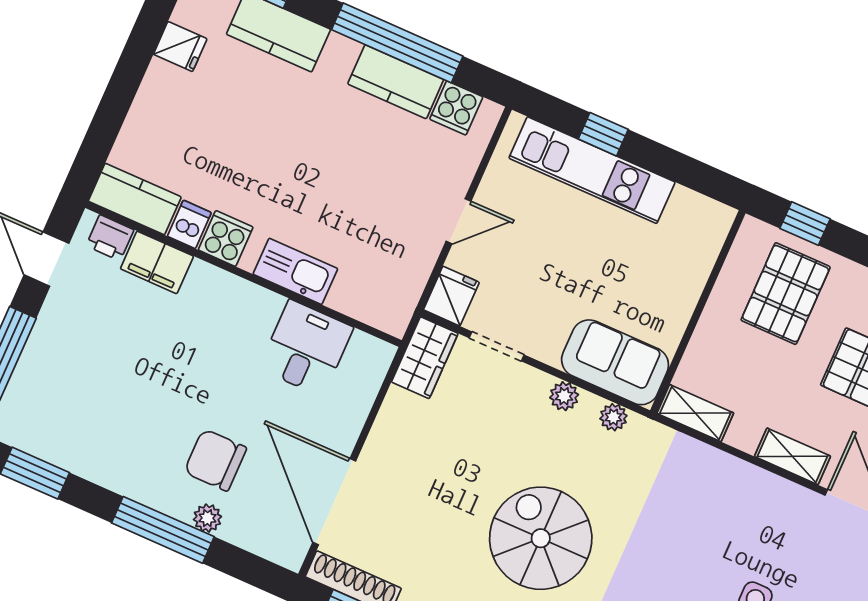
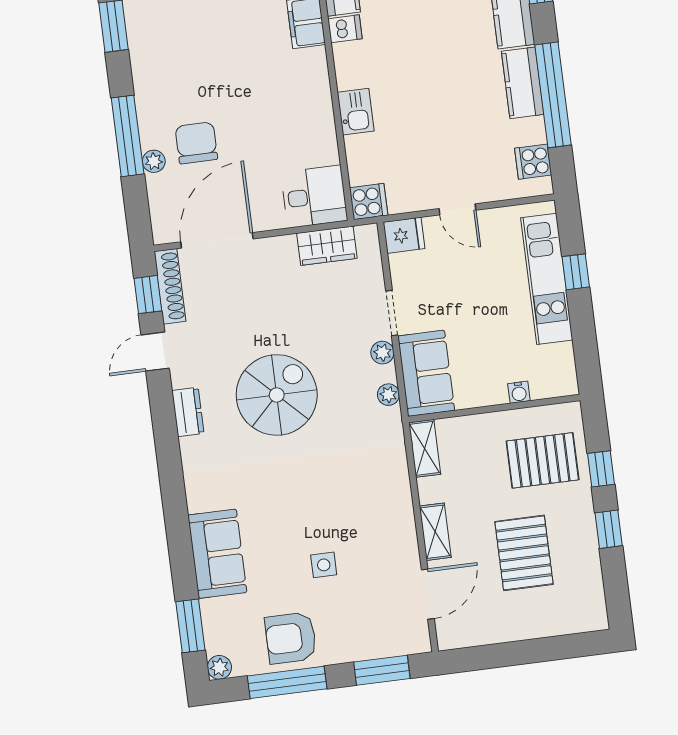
kitchen counter: (396, 82) -> (523, 83), moved
window: (805, 224) -> (601, 469), moved
cooker: (226, 238) -> (369, 202), moved
kitchen sink: (295, 271) -> (356, 112), width x0.73
water cooler: (696, 274) -> (519, 392), added
doorway: (497, 346) -> (392, 313), moved
desk: (306, 348) -> (314, 196), moved
wardrobe: (425, 358) -> (327, 246), moved

